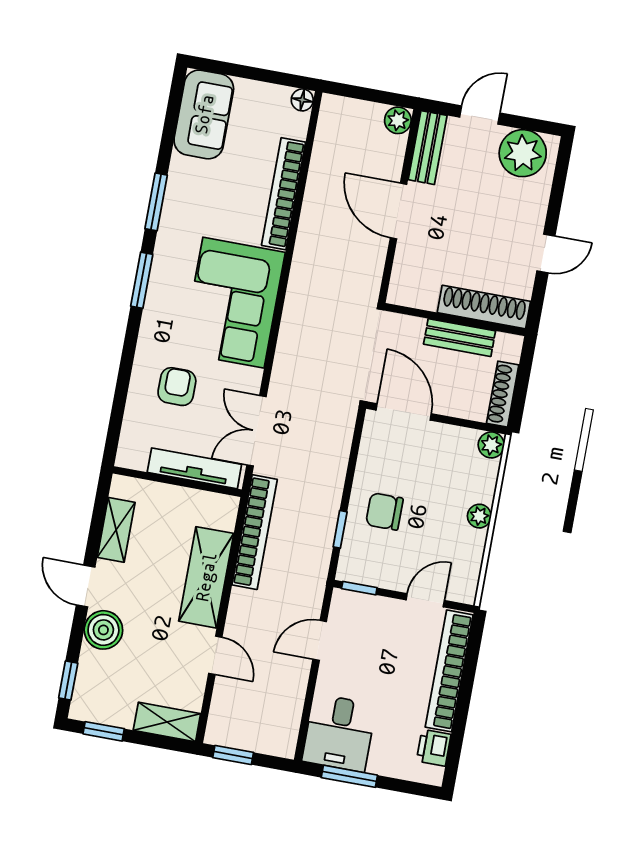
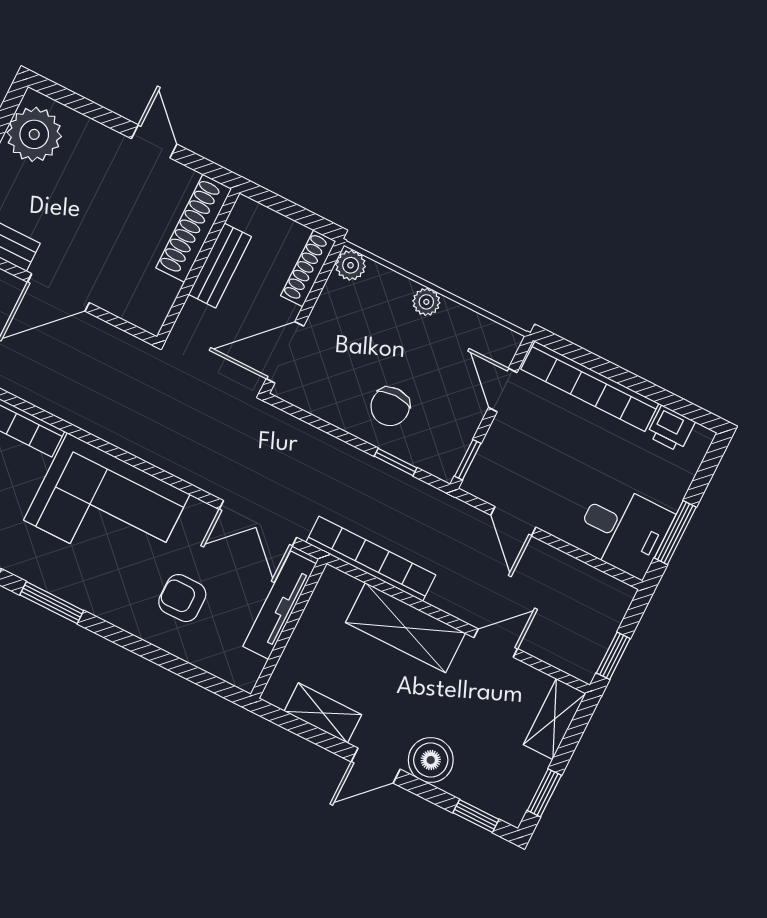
shoe rack: (503, 394) -> (308, 268), moved, turned 90

